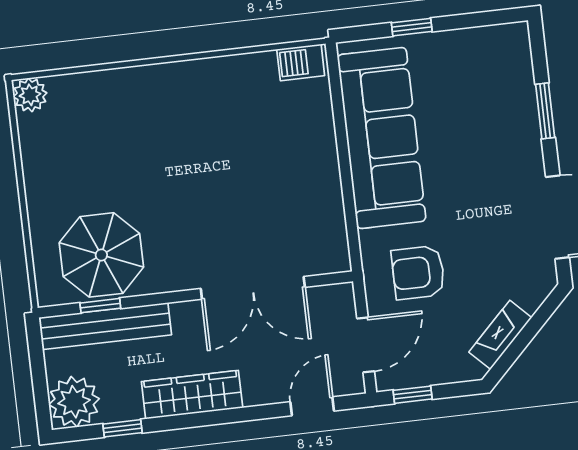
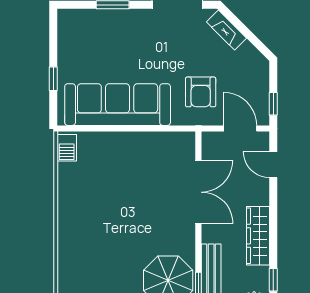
fireplace: (500, 335) -> (226, 30), moved

